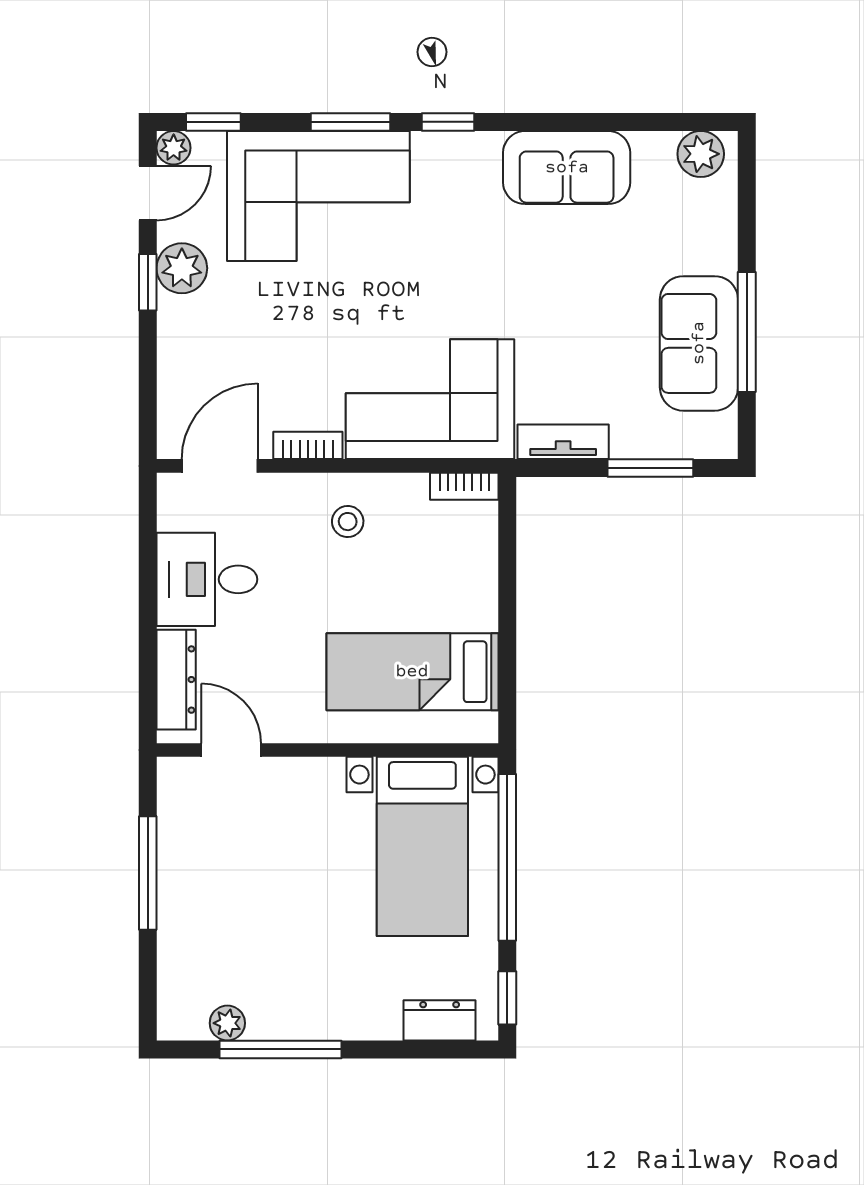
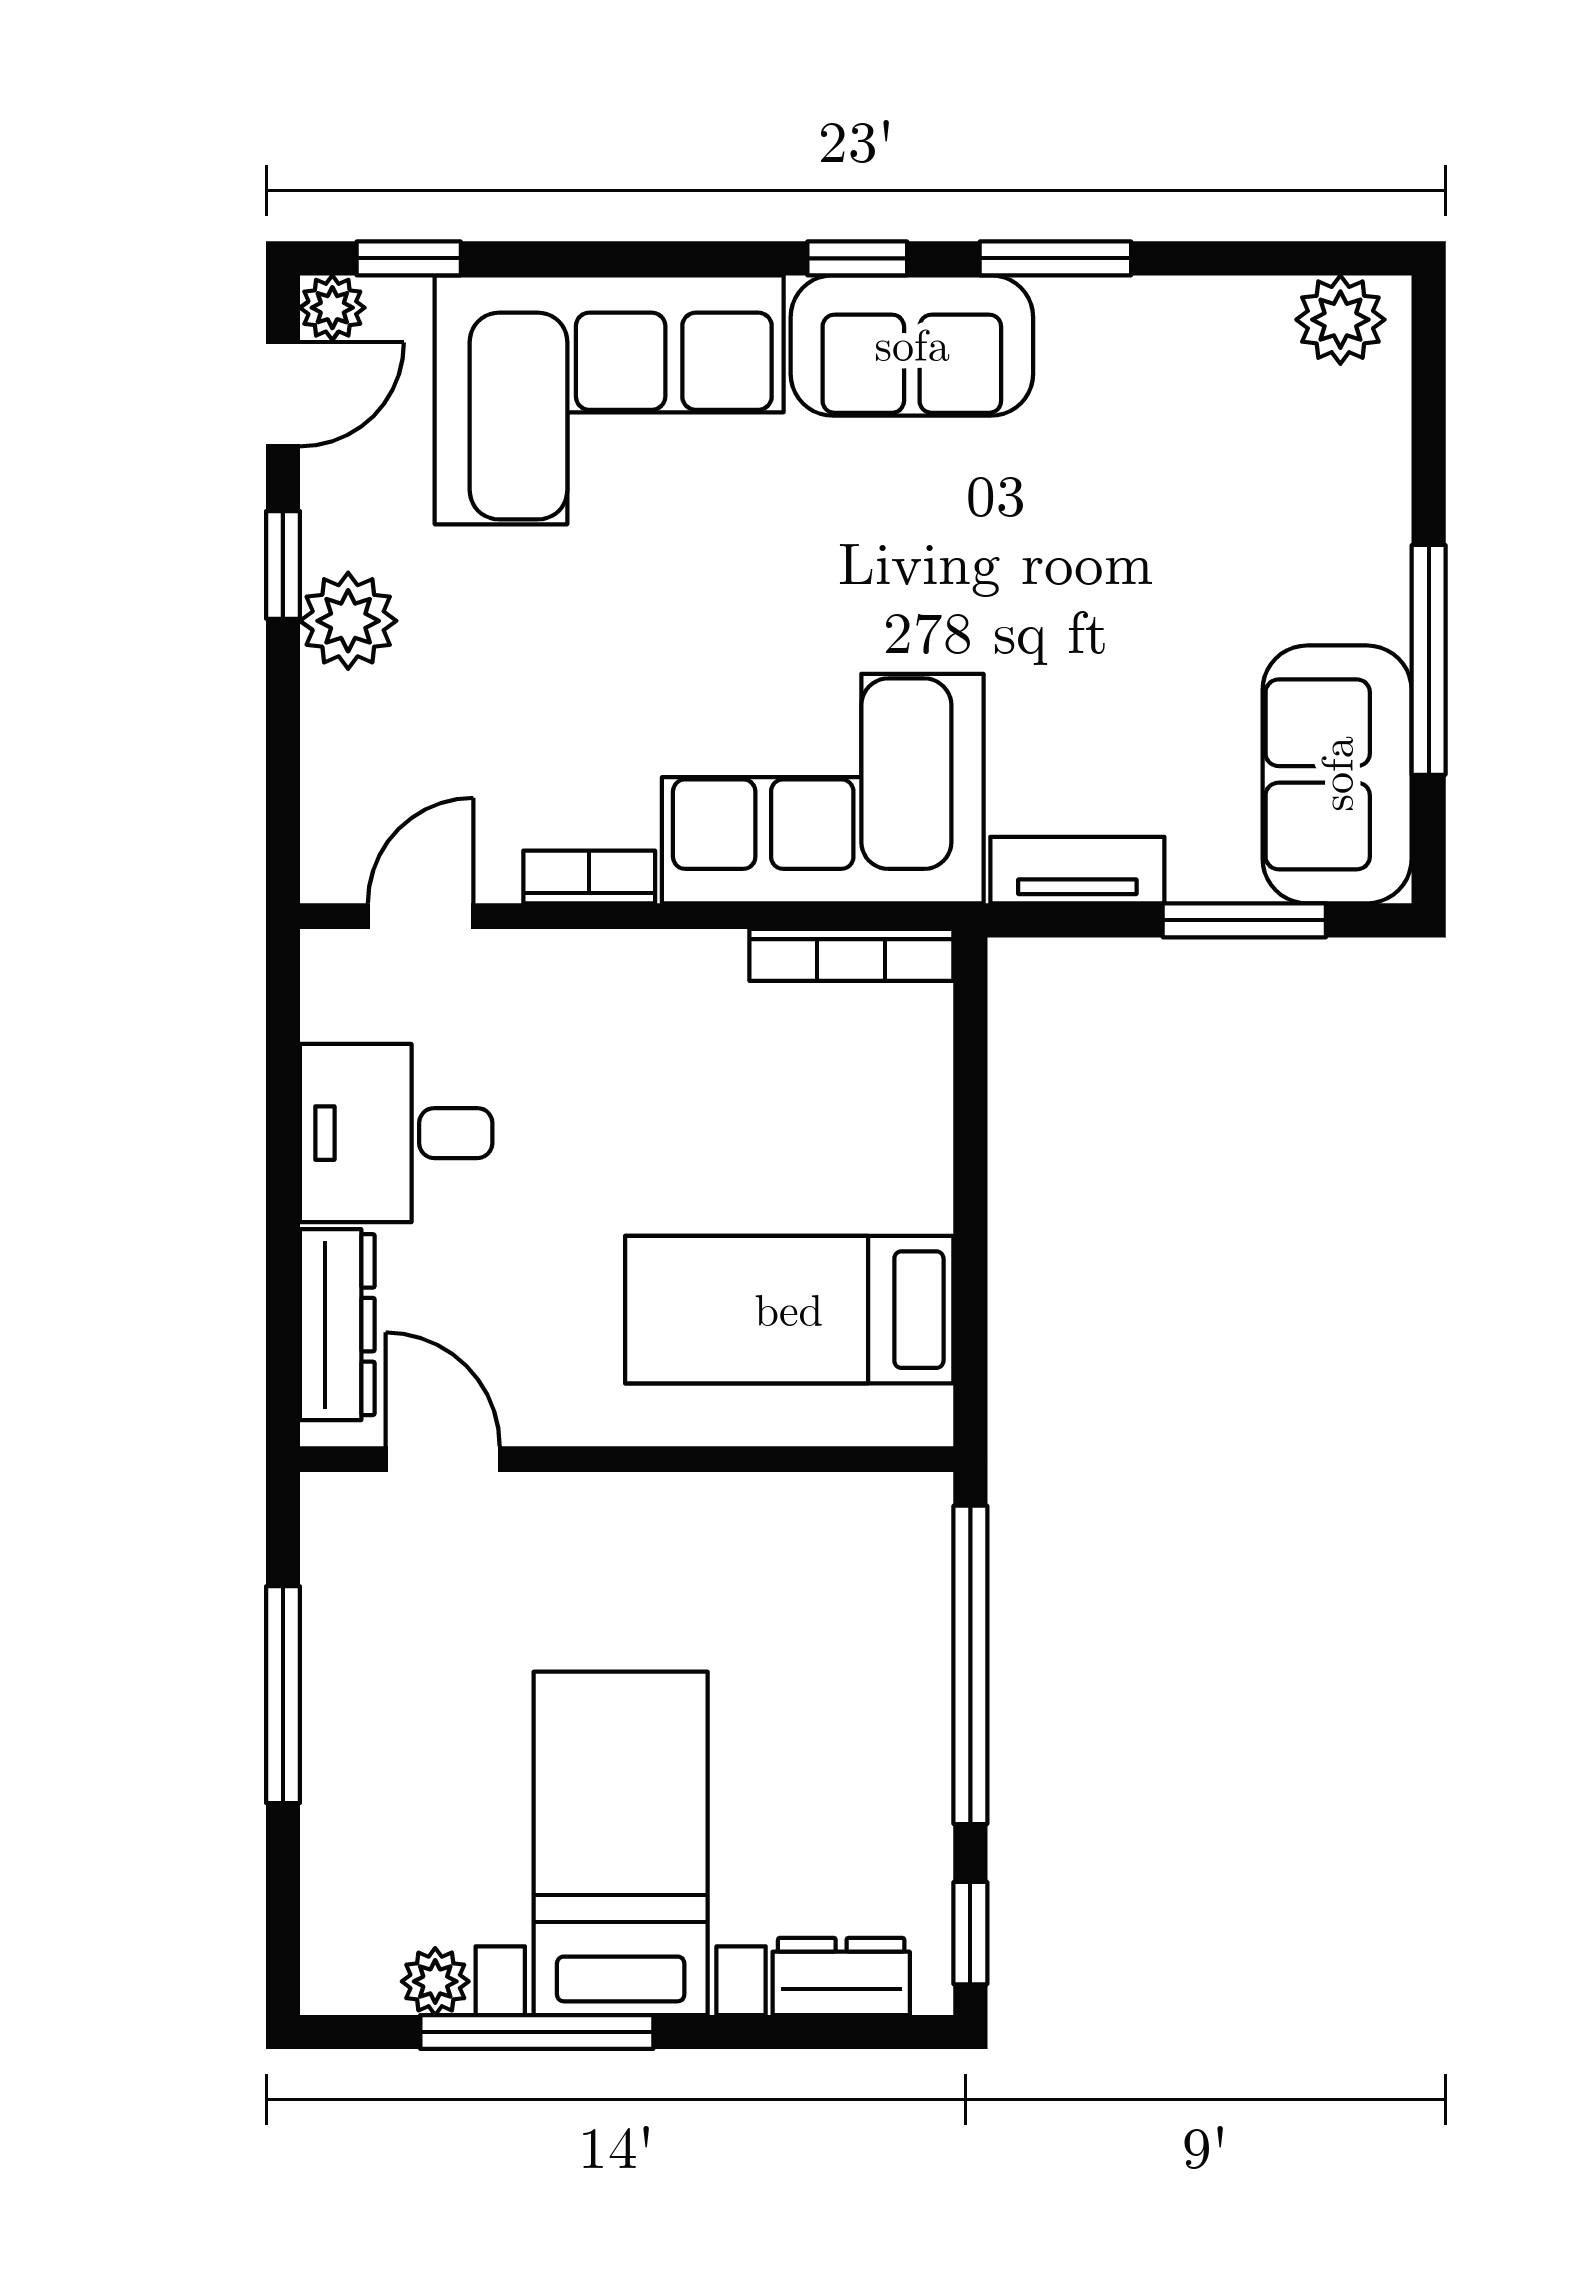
window: (350, 122) -> (1055, 258), moved
sofa: (567, 168) -> (912, 345), moved
plant: (182, 268) -> (348, 621), moved
sofa: (699, 343) -> (1337, 774), moved
door: (220, 466) -> (421, 916), width x0.73
bookcase: (464, 486) -> (851, 955), width x1.56
stool: (348, 522) -> (665, 1022), removed
bed with nightstands: (422, 846) -> (621, 1843), moved, turned 180

